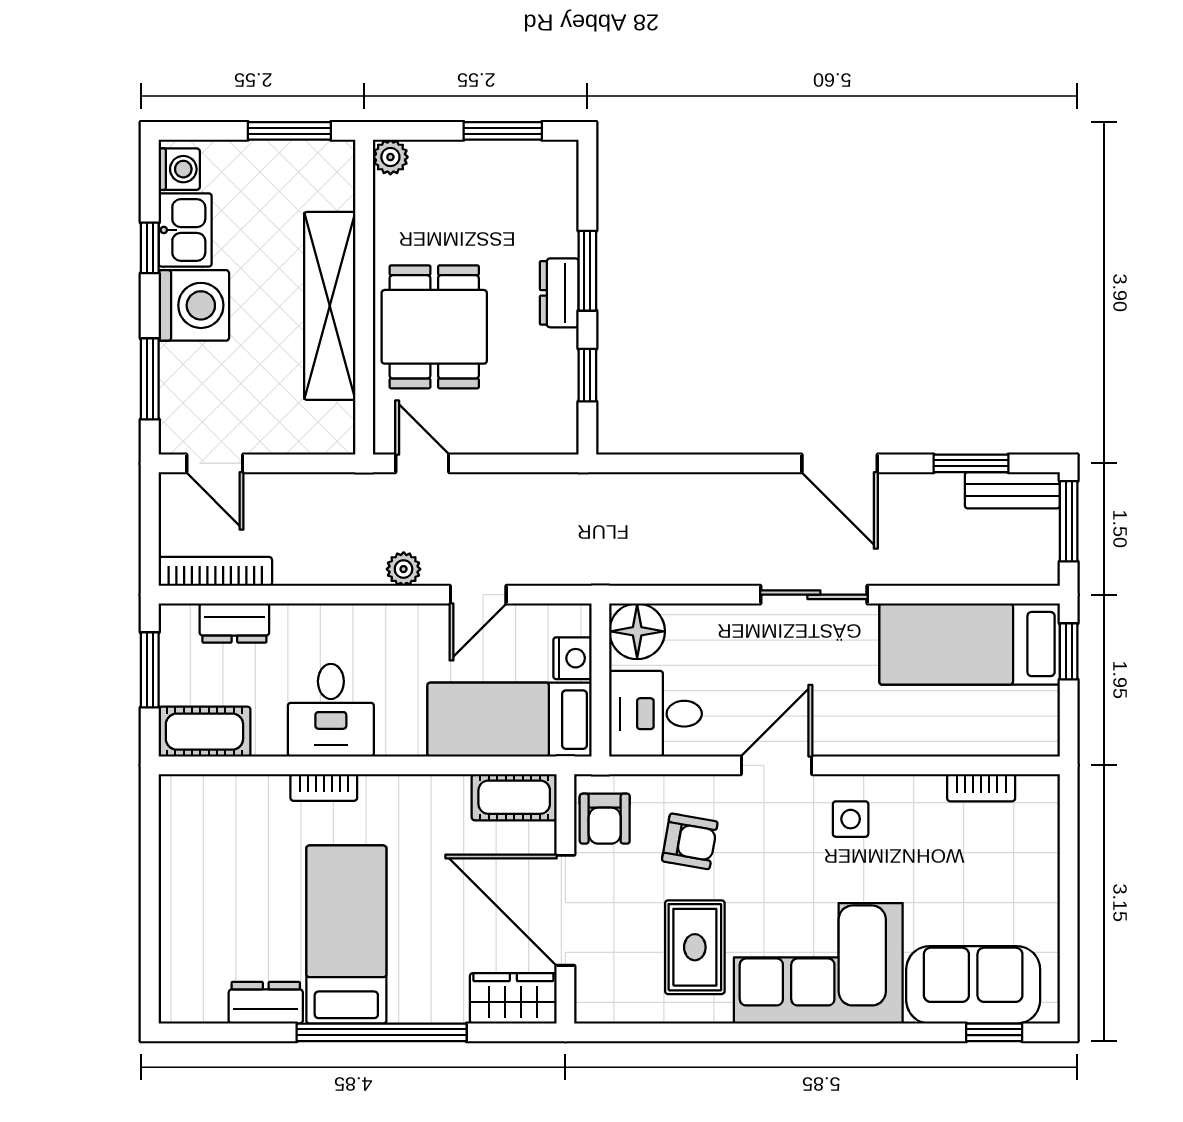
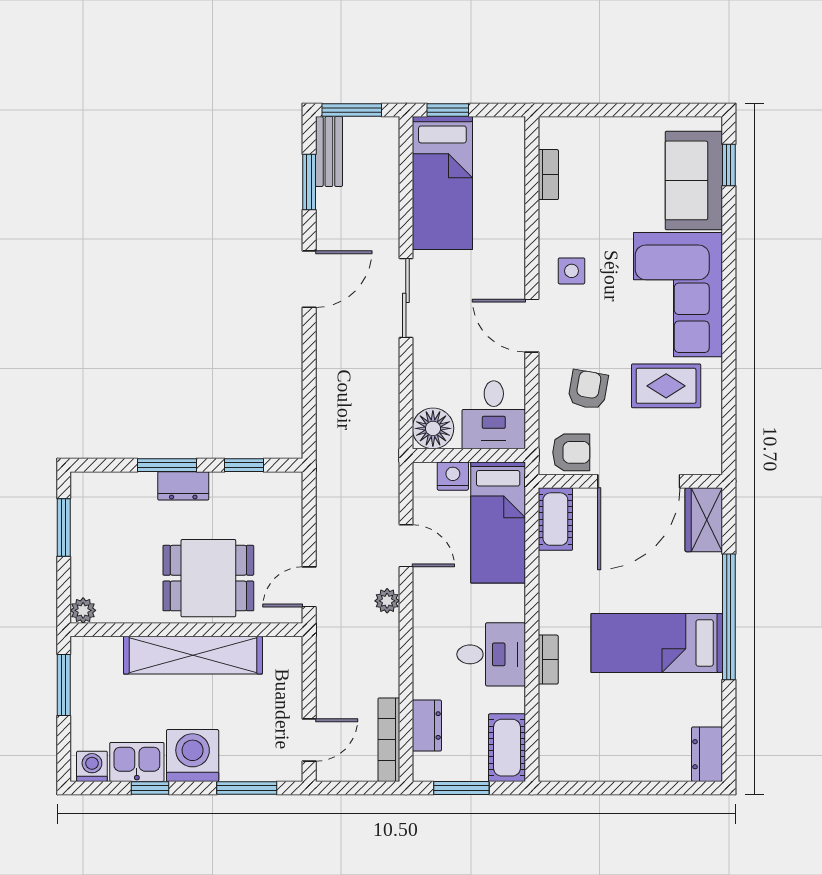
dresser: (266, 1003) -> (707, 754), moved

